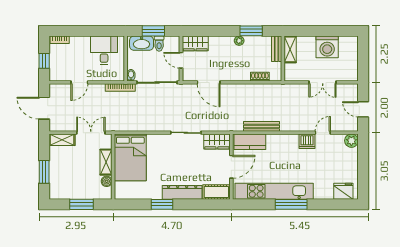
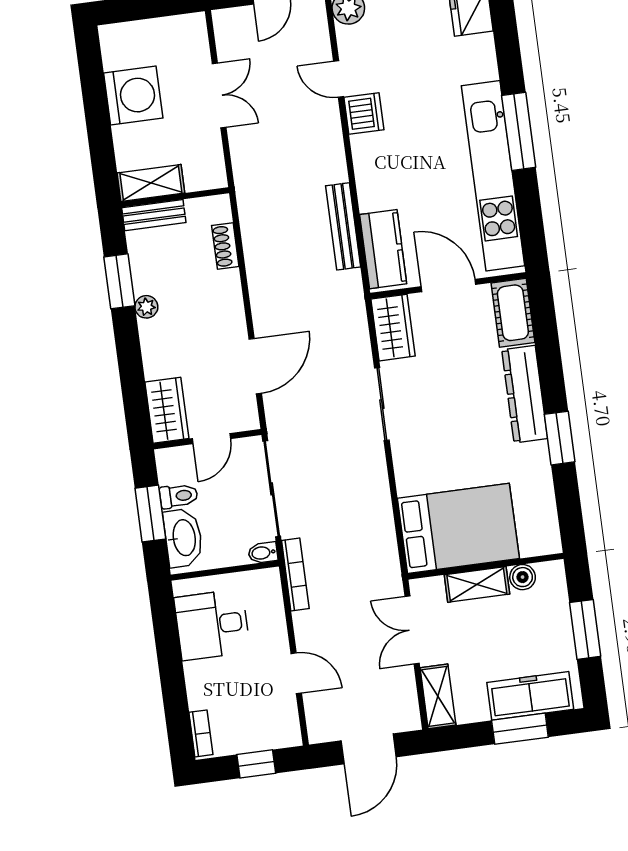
freezer: (57, 178) -> (530, 696), added

